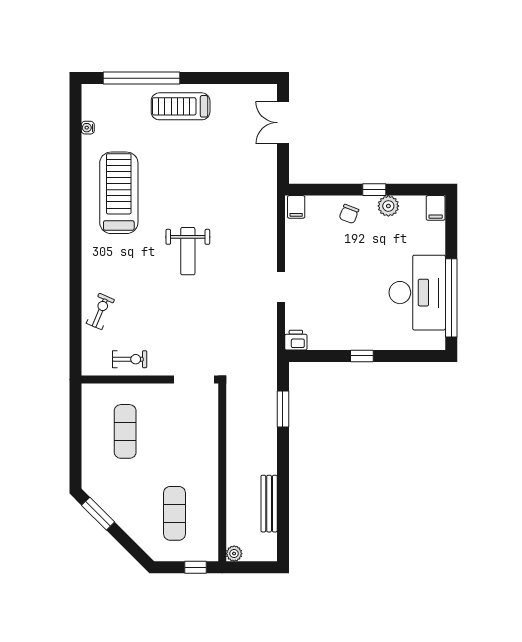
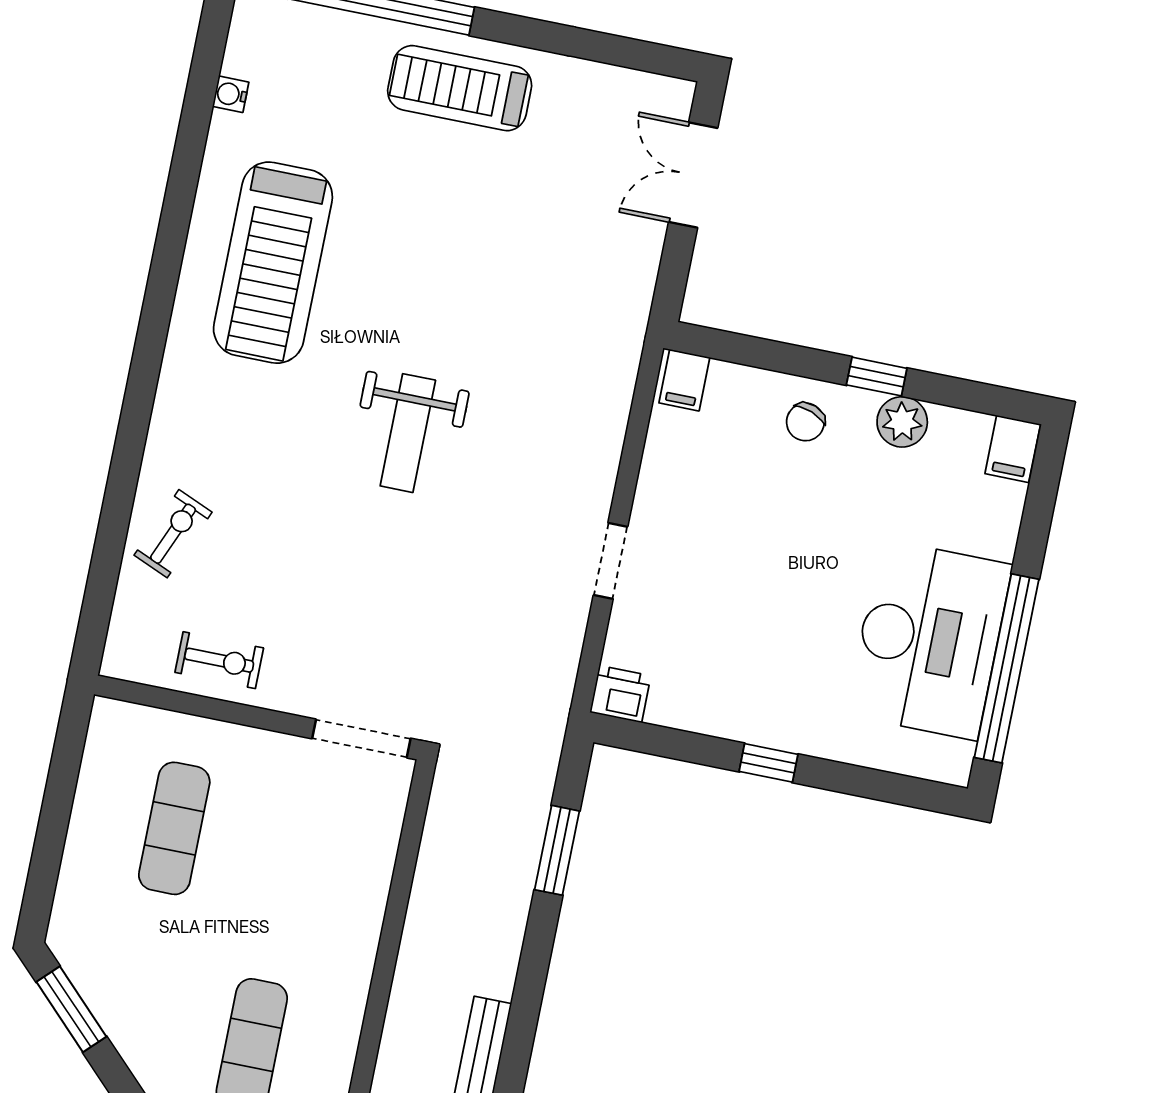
treadmill: (119, 193) -> (273, 263), turned 180

